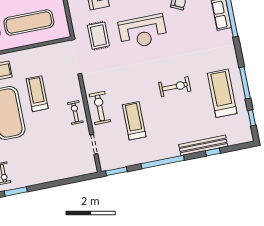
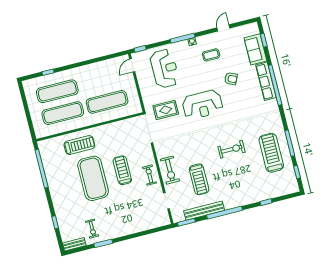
rug: (98, 36) -> (166, 110), turned 90
treadmill: (37, 94) -> (122, 170), moved
exercise bike: (100, 108) -> (170, 170), turned 180
treadmill: (134, 121) -> (199, 179), turned 180
bench: (203, 145) -> (204, 211), moved

